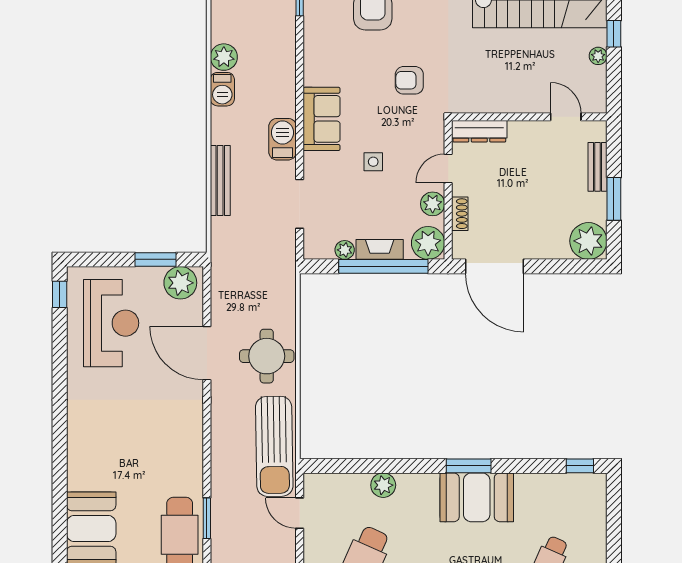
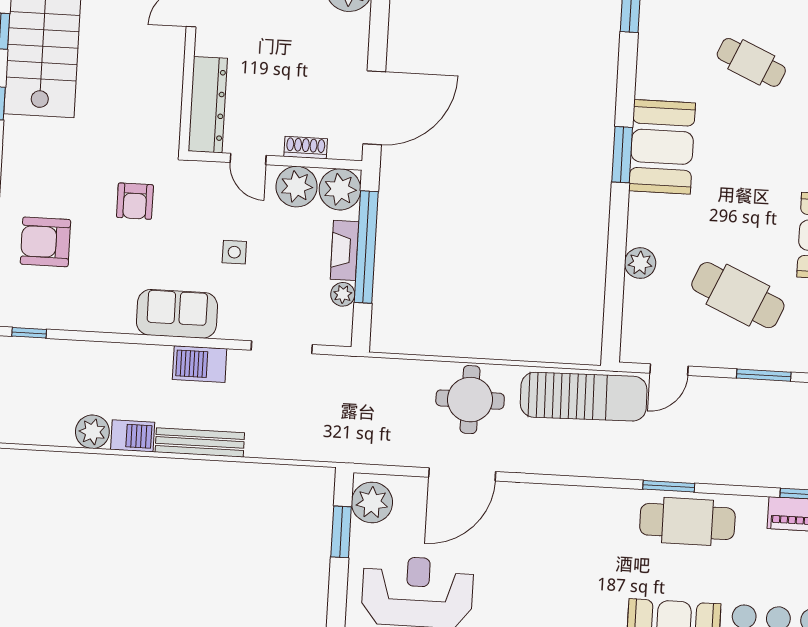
dresser: (479, 131) -> (208, 105), width x1.37, depth x1.24
bench: (220, 181) -> (200, 442), moved
plant: (433, 204) -> (297, 187), width x1.36, depth x1.36

